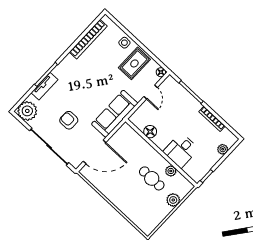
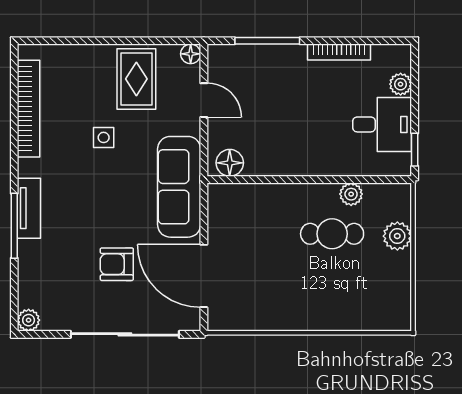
side table: (124, 43) -> (104, 137), moved
tv unit: (45, 86) -> (29, 208), moved
plant: (27, 111) -> (29, 320), width x0.53, depth x0.53
floor lamp: (150, 132) -> (230, 163), moved
desk: (181, 150) -> (382, 124), moved, turned -90
door: (95, 152) -> (204, 276), swing flipped

